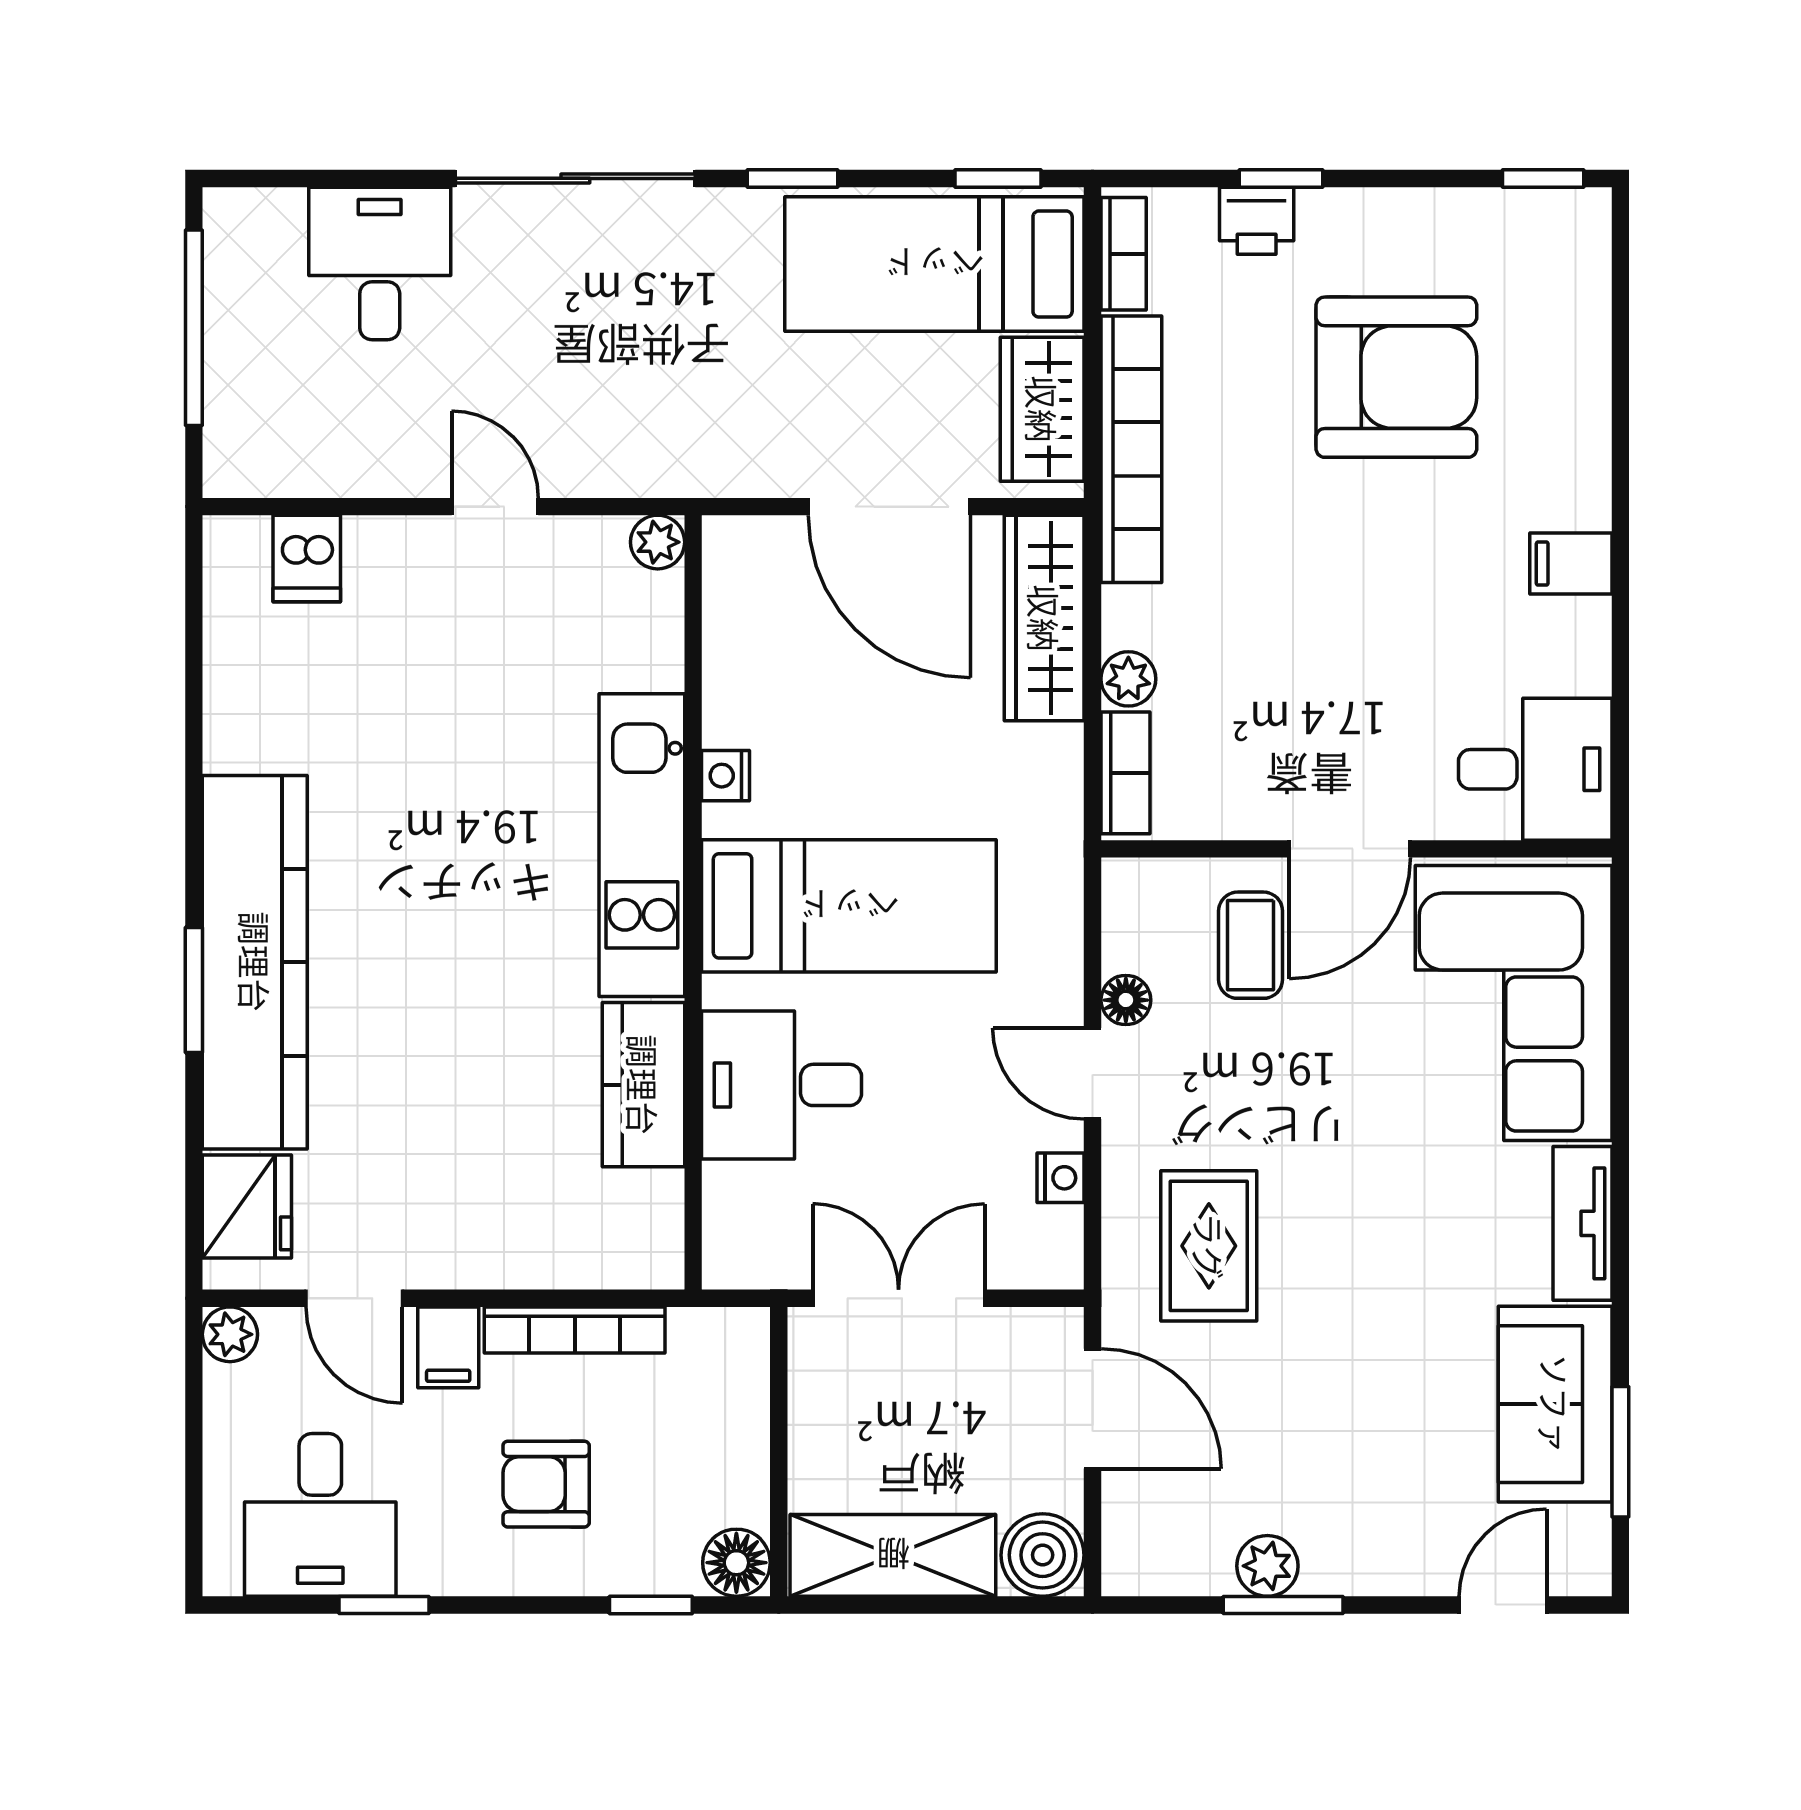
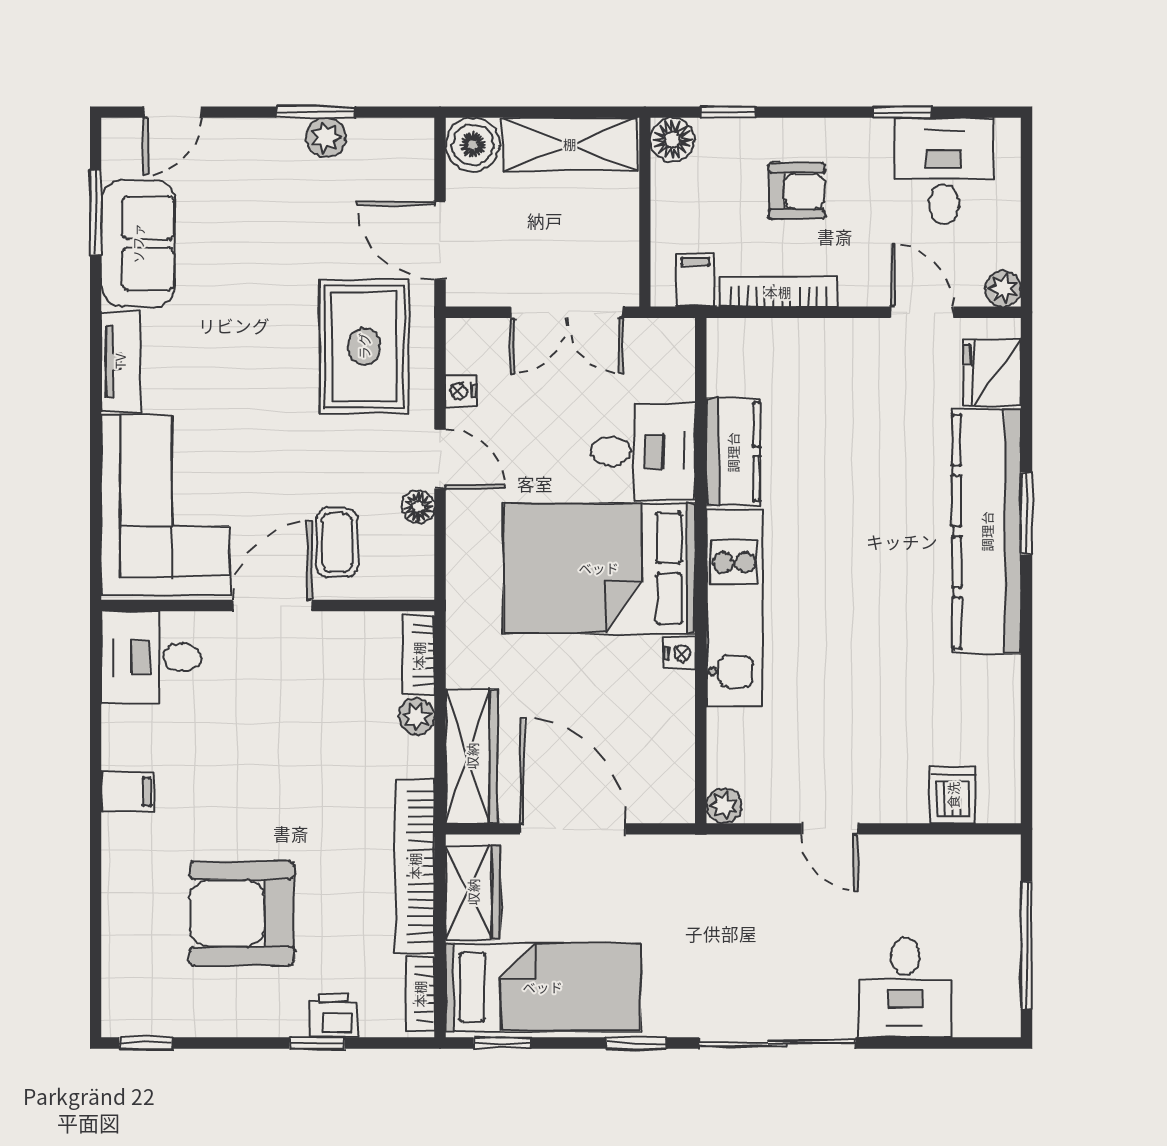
bed: (849, 906) -> (599, 568), width x1.50
rug: (1209, 1246) -> (364, 346), width x1.36, depth x1.43
filing cabinet: (448, 1347) -> (696, 280), moved

